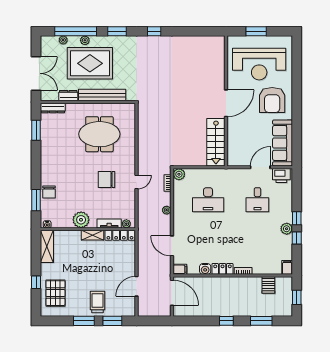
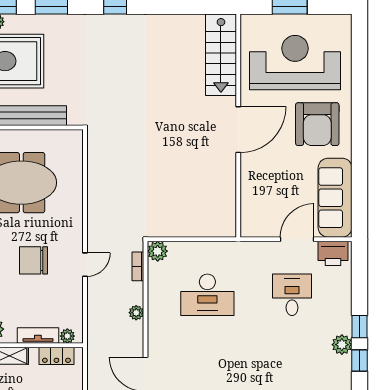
reception desk: (259, 64) -> (295, 63), turned 180
stairs: (216, 142) -> (221, 55), moved
desk: (257, 200) -> (292, 295), turned 180
locker: (120, 235) -> (56, 356), width x0.66

